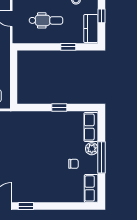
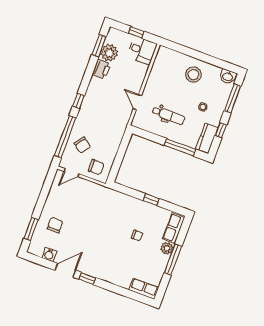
window: (68, 47) -> (180, 147), width x2.17
chair: (73, 164) -> (137, 236), moved
row of seats: (91, 188) -> (144, 289), moved, turned 90

